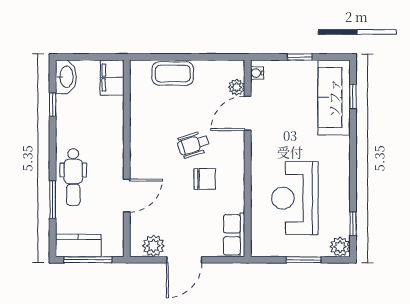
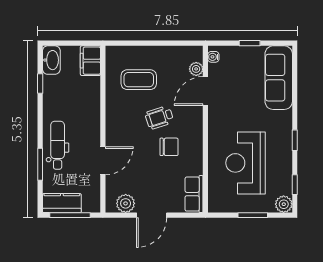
coffee table: (173, 74) -> (139, 80), moved
window: (353, 97) -> (295, 140), moved
dental chair: (73, 177) -> (58, 145), turned 180

